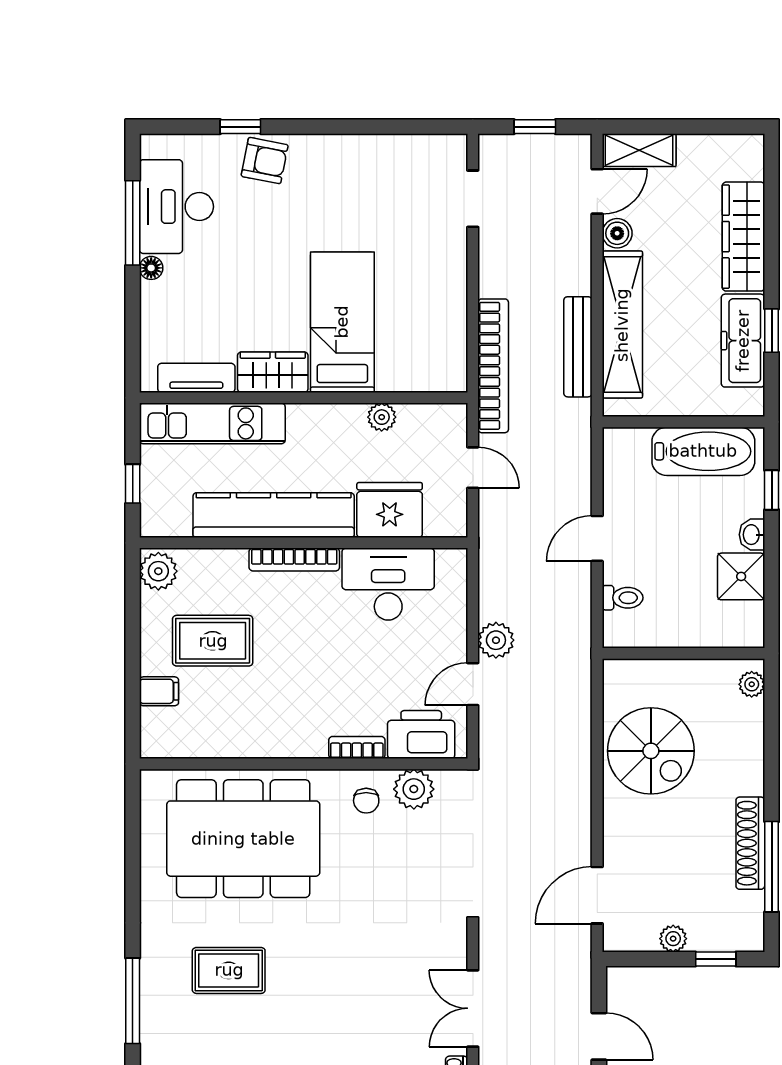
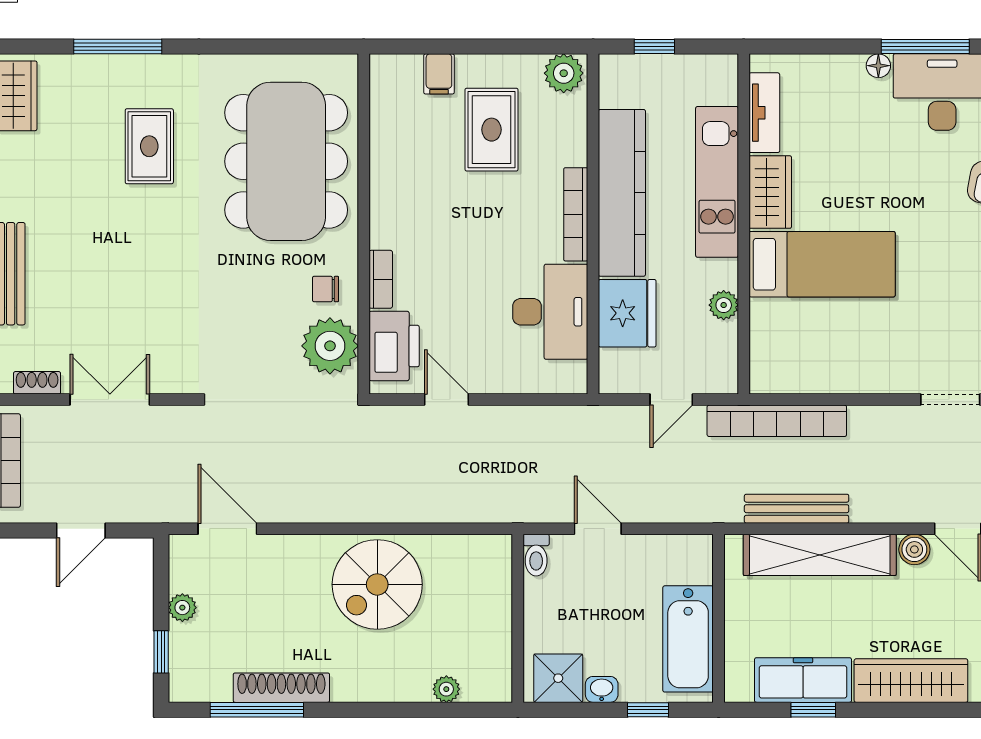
kitchen unit: (212, 423) -> (717, 182), moved
plant: (496, 640) -> (492, 424), removed
wall: (683, 653) -> (518, 618), moved
plant: (414, 789) -> (330, 346), width x1.36, depth x1.36

